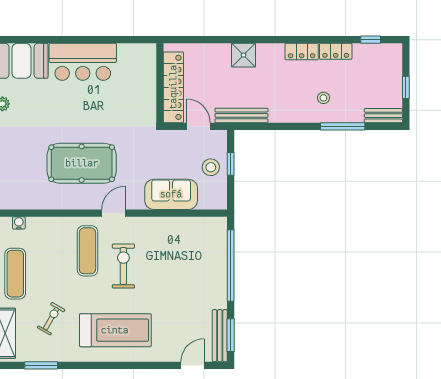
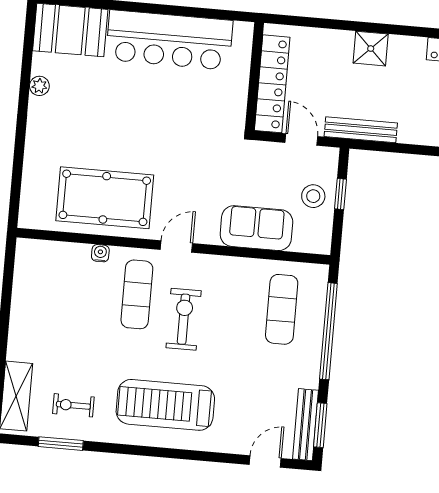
bar counter: (83, 62) -> (169, 40), width x1.36
pool table: (82, 163) -> (105, 198), moved
water cooler: (19, 223) -> (100, 253), moved
exercise mat: (15, 274) -> (282, 309), moved
exercise bike: (51, 319) -> (73, 405), moved, turned -120
treadmill: (115, 330) -> (165, 405), turned 180

